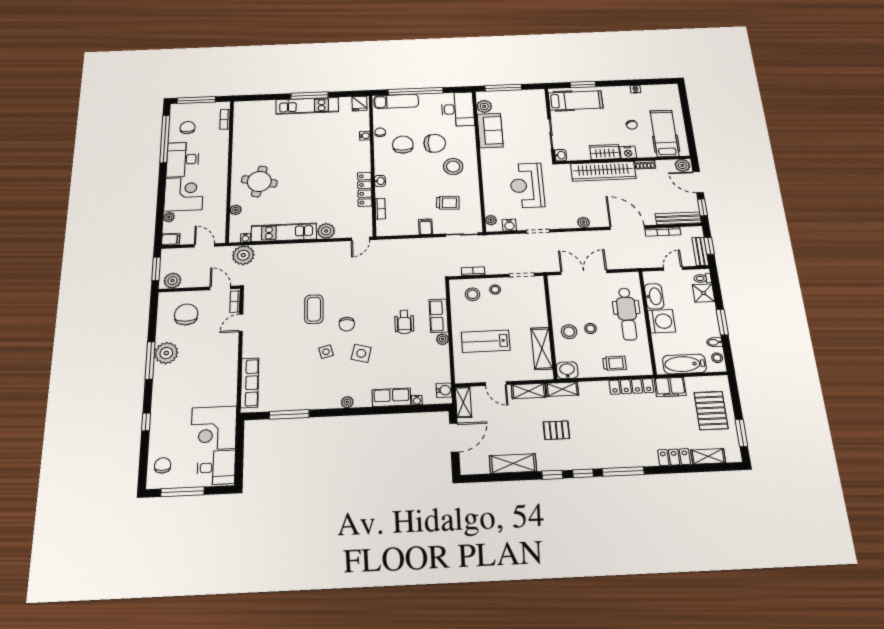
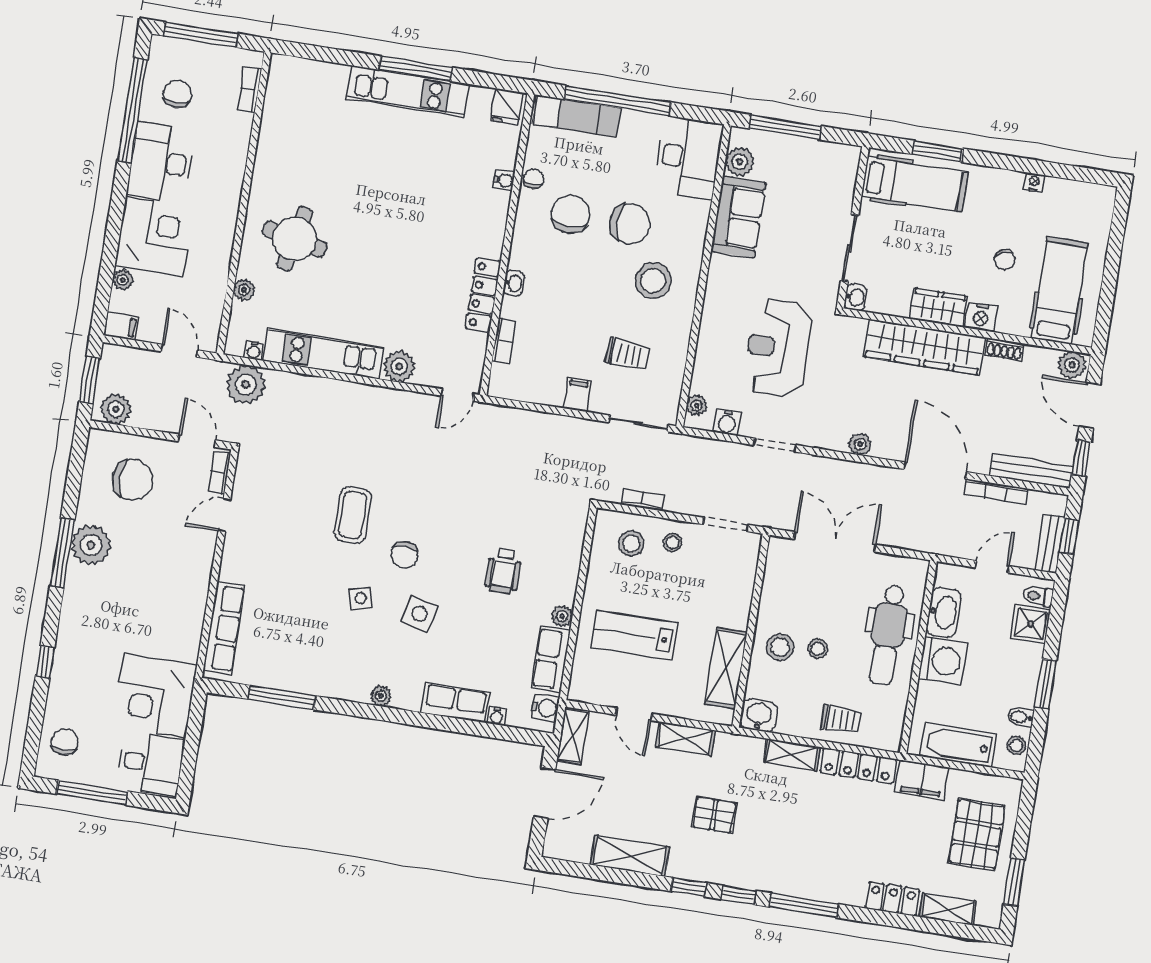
chair: (186, 314) -> (132, 480), turned 90
row of seats: (439, 316) -> (551, 659), moved
shelving: (562, 389) -> (792, 755), moved

